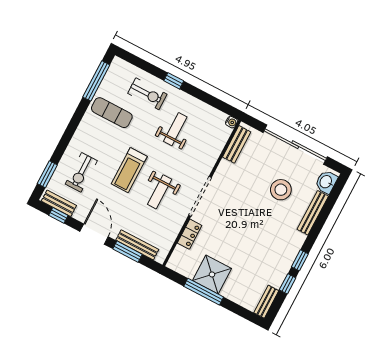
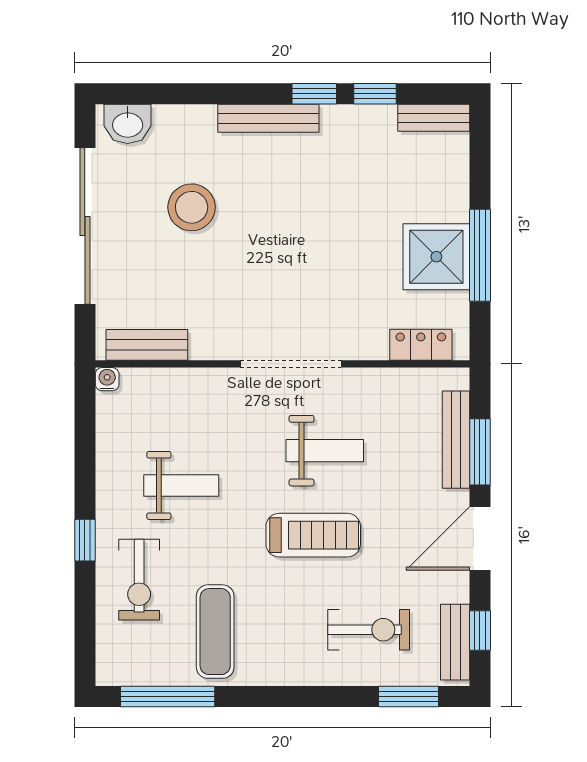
exercise bike: (147, 94) -> (139, 580), turned 180
weight bench: (175, 129) -> (181, 485), turned 180
bench: (313, 213) -> (268, 118), moved
locker: (190, 234) -> (421, 345), moved

